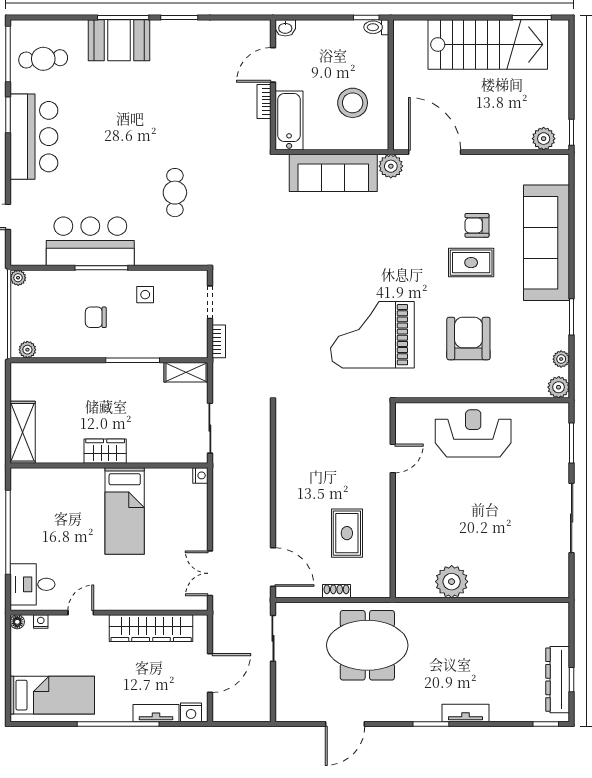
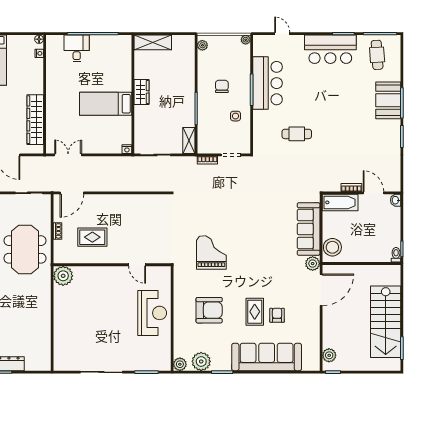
stool: (353, 103) -> (332, 247), moved
grand piano: (372, 335) -> (211, 252), width x0.73, depth x0.68
plant: (561, 359) -> (201, 361), width x1.88, depth x1.88
plant: (452, 582) -> (63, 276), moved
desk: (32, 584) -> (77, 48), moved
door: (81, 613) -> (45, 77), removed

